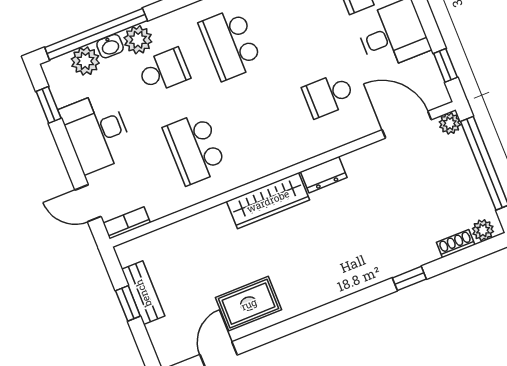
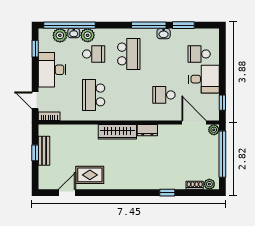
school desk: (231, 44) -> (129, 54), turned 180

